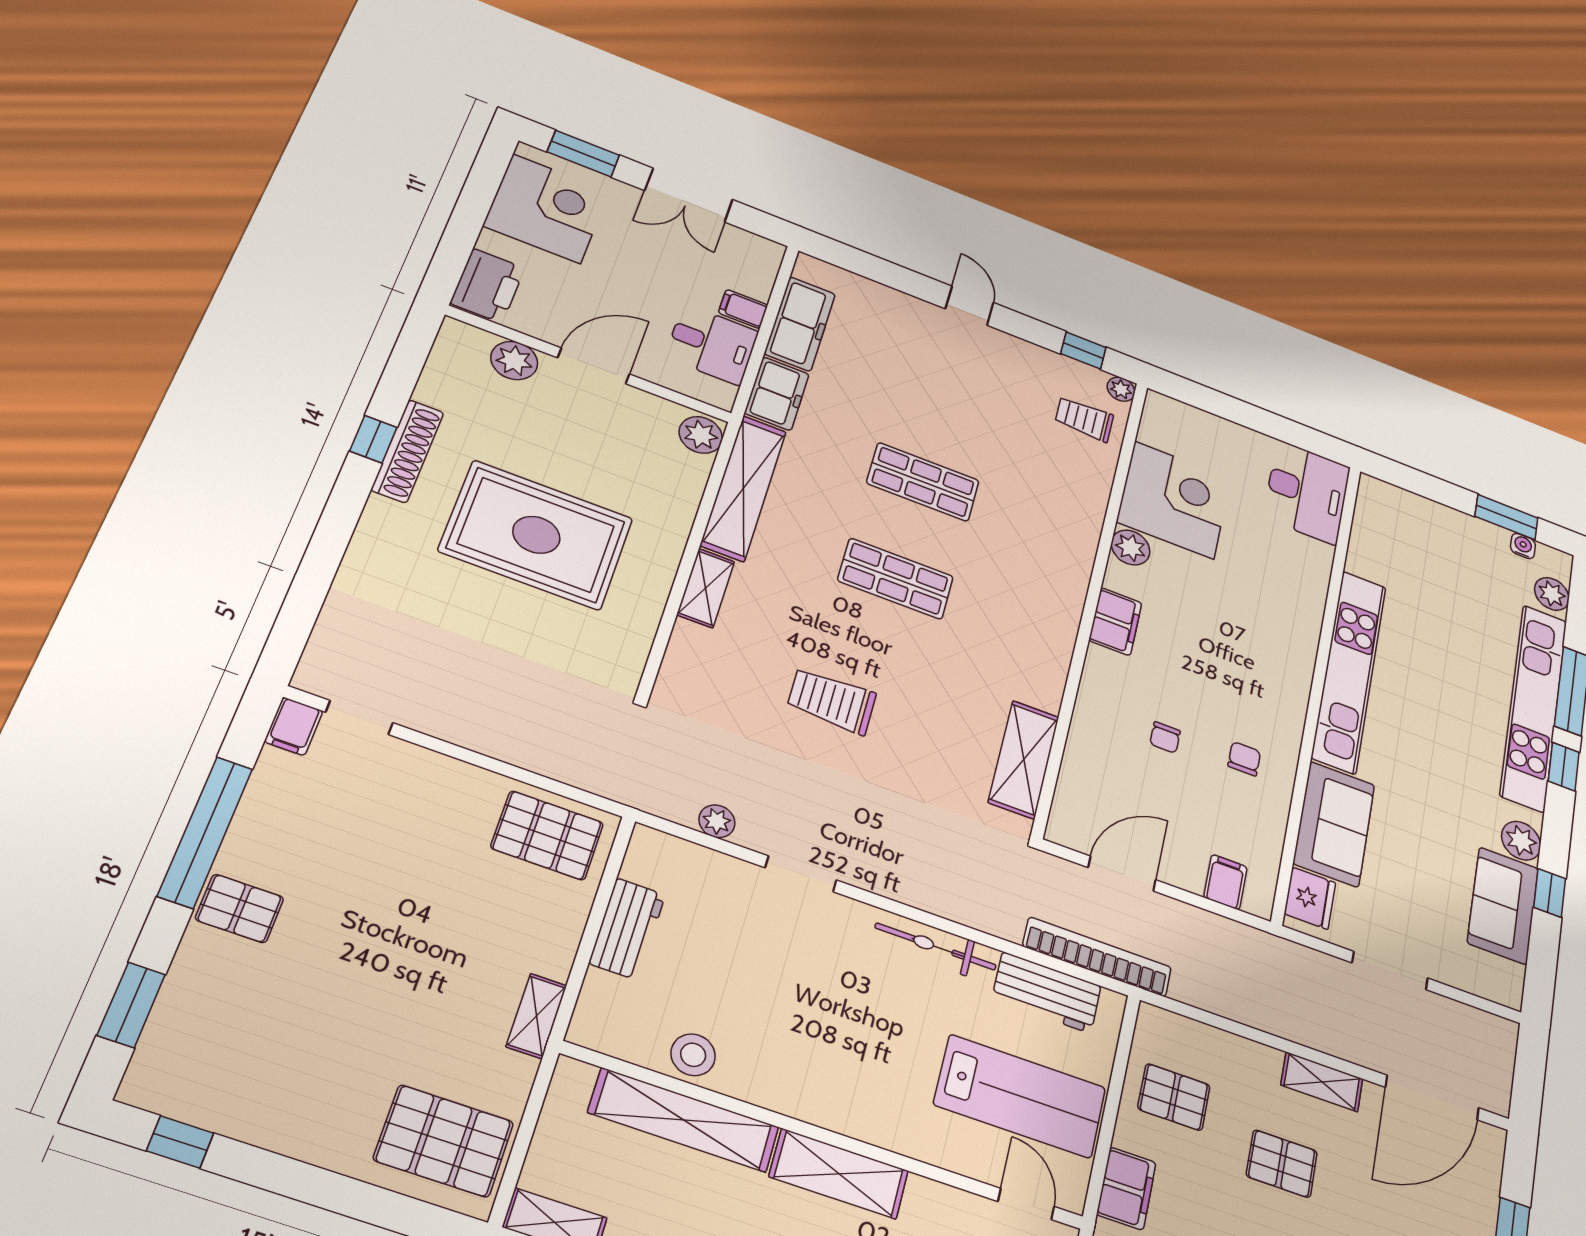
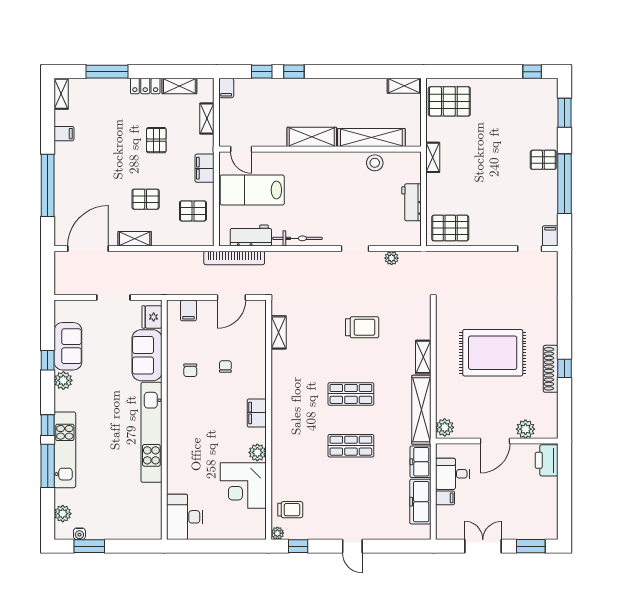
corner desk: (546, 208) -> (536, 510), removed
kitchen unit: (1534, 707) -> (65, 450), width x0.73
shelving: (1024, 759) -> (279, 332), width x0.67, depth x0.75

